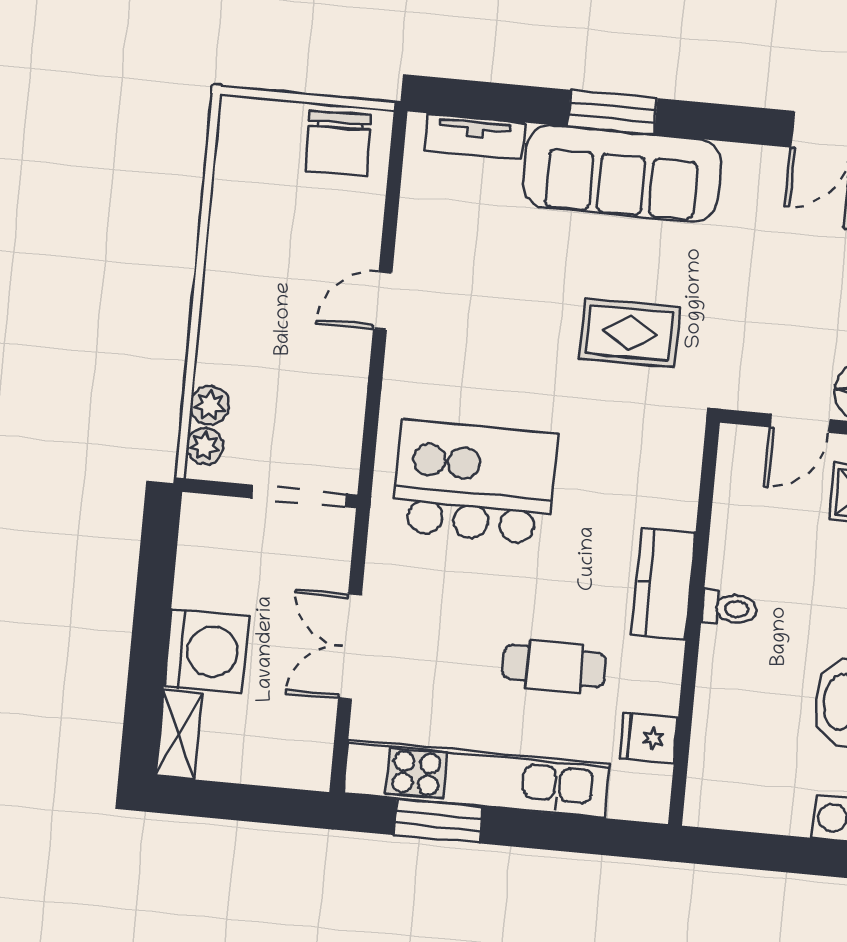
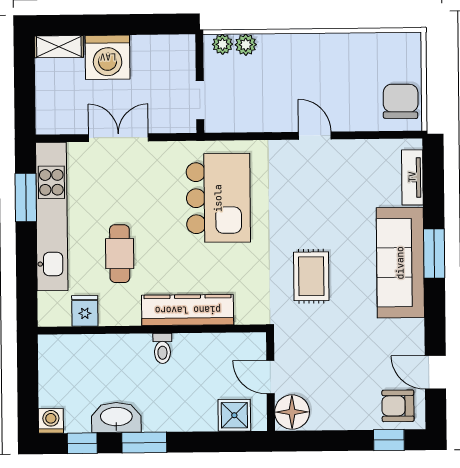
chair: (338, 143) -> (401, 101), turned 93
doorway: (299, 496) -> (200, 100), width x0.73
kitchen counter: (664, 584) -> (188, 310), width x1.50

